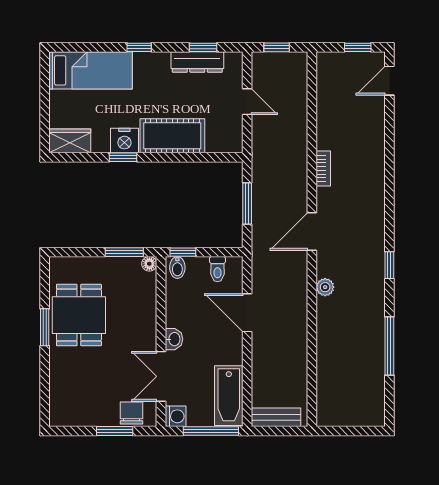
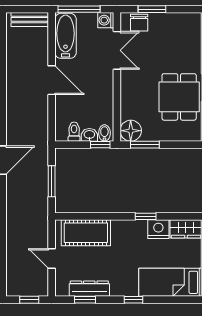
cot: (172, 136) -> (86, 233), moved
nightstand: (124, 141) -> (158, 229), moved
floor lamp: (149, 264) -> (131, 131), width x1.89, depth x1.89
door: (247, 313) -> (52, 80), moved
washbasin: (174, 339) -> (89, 135), moved, turned 90

